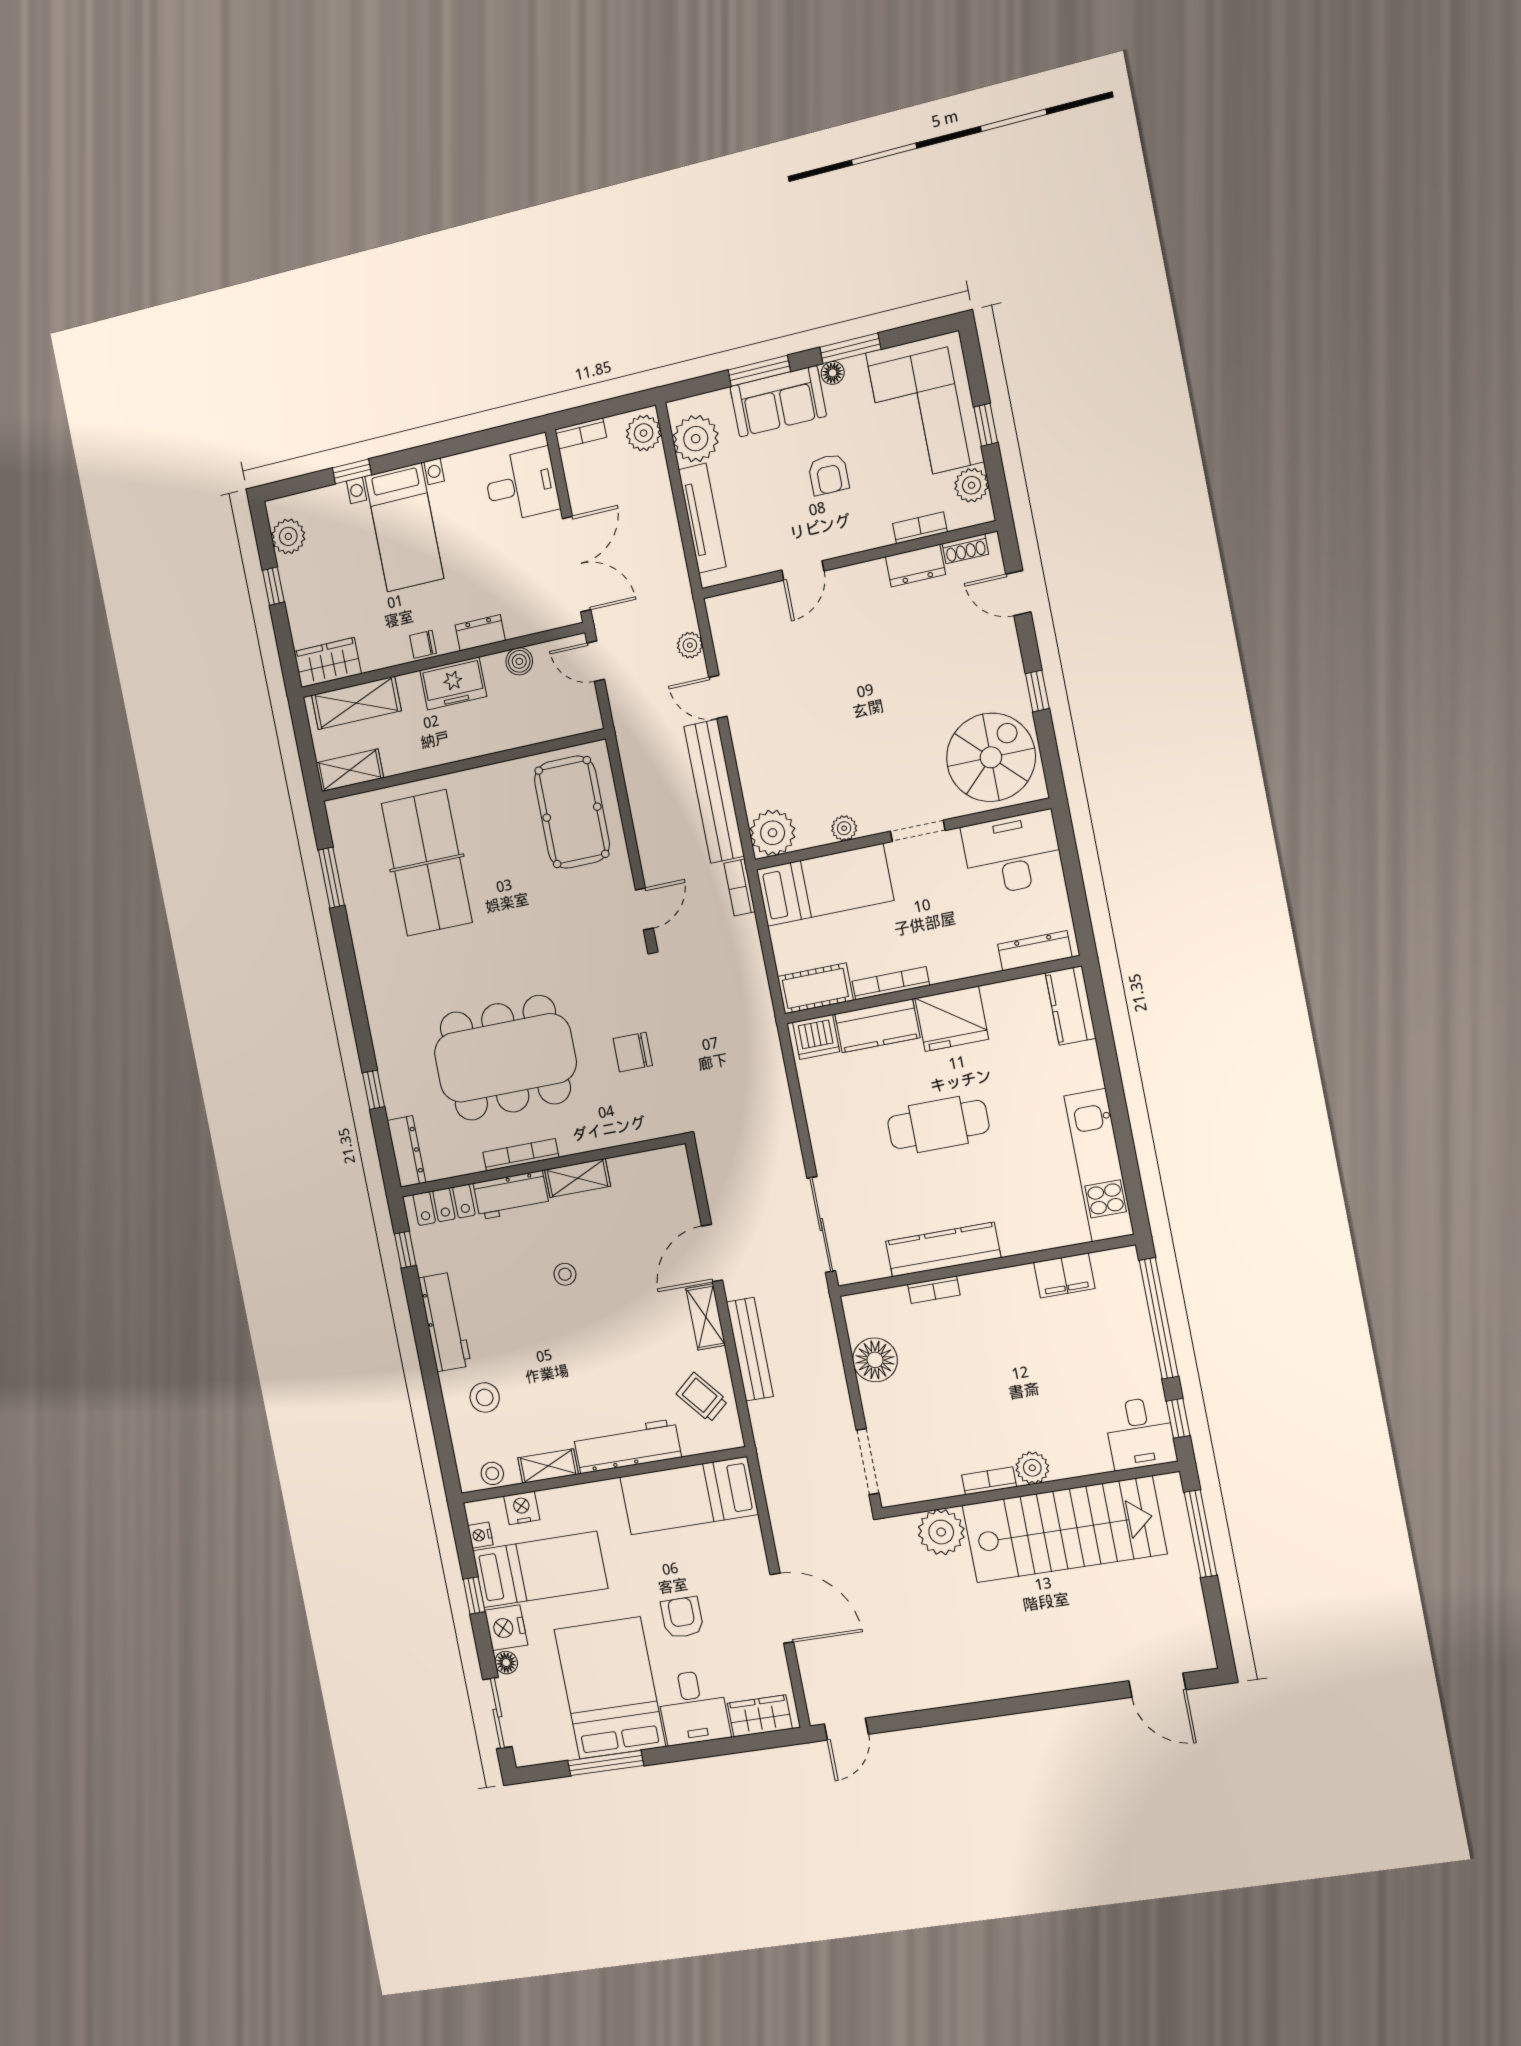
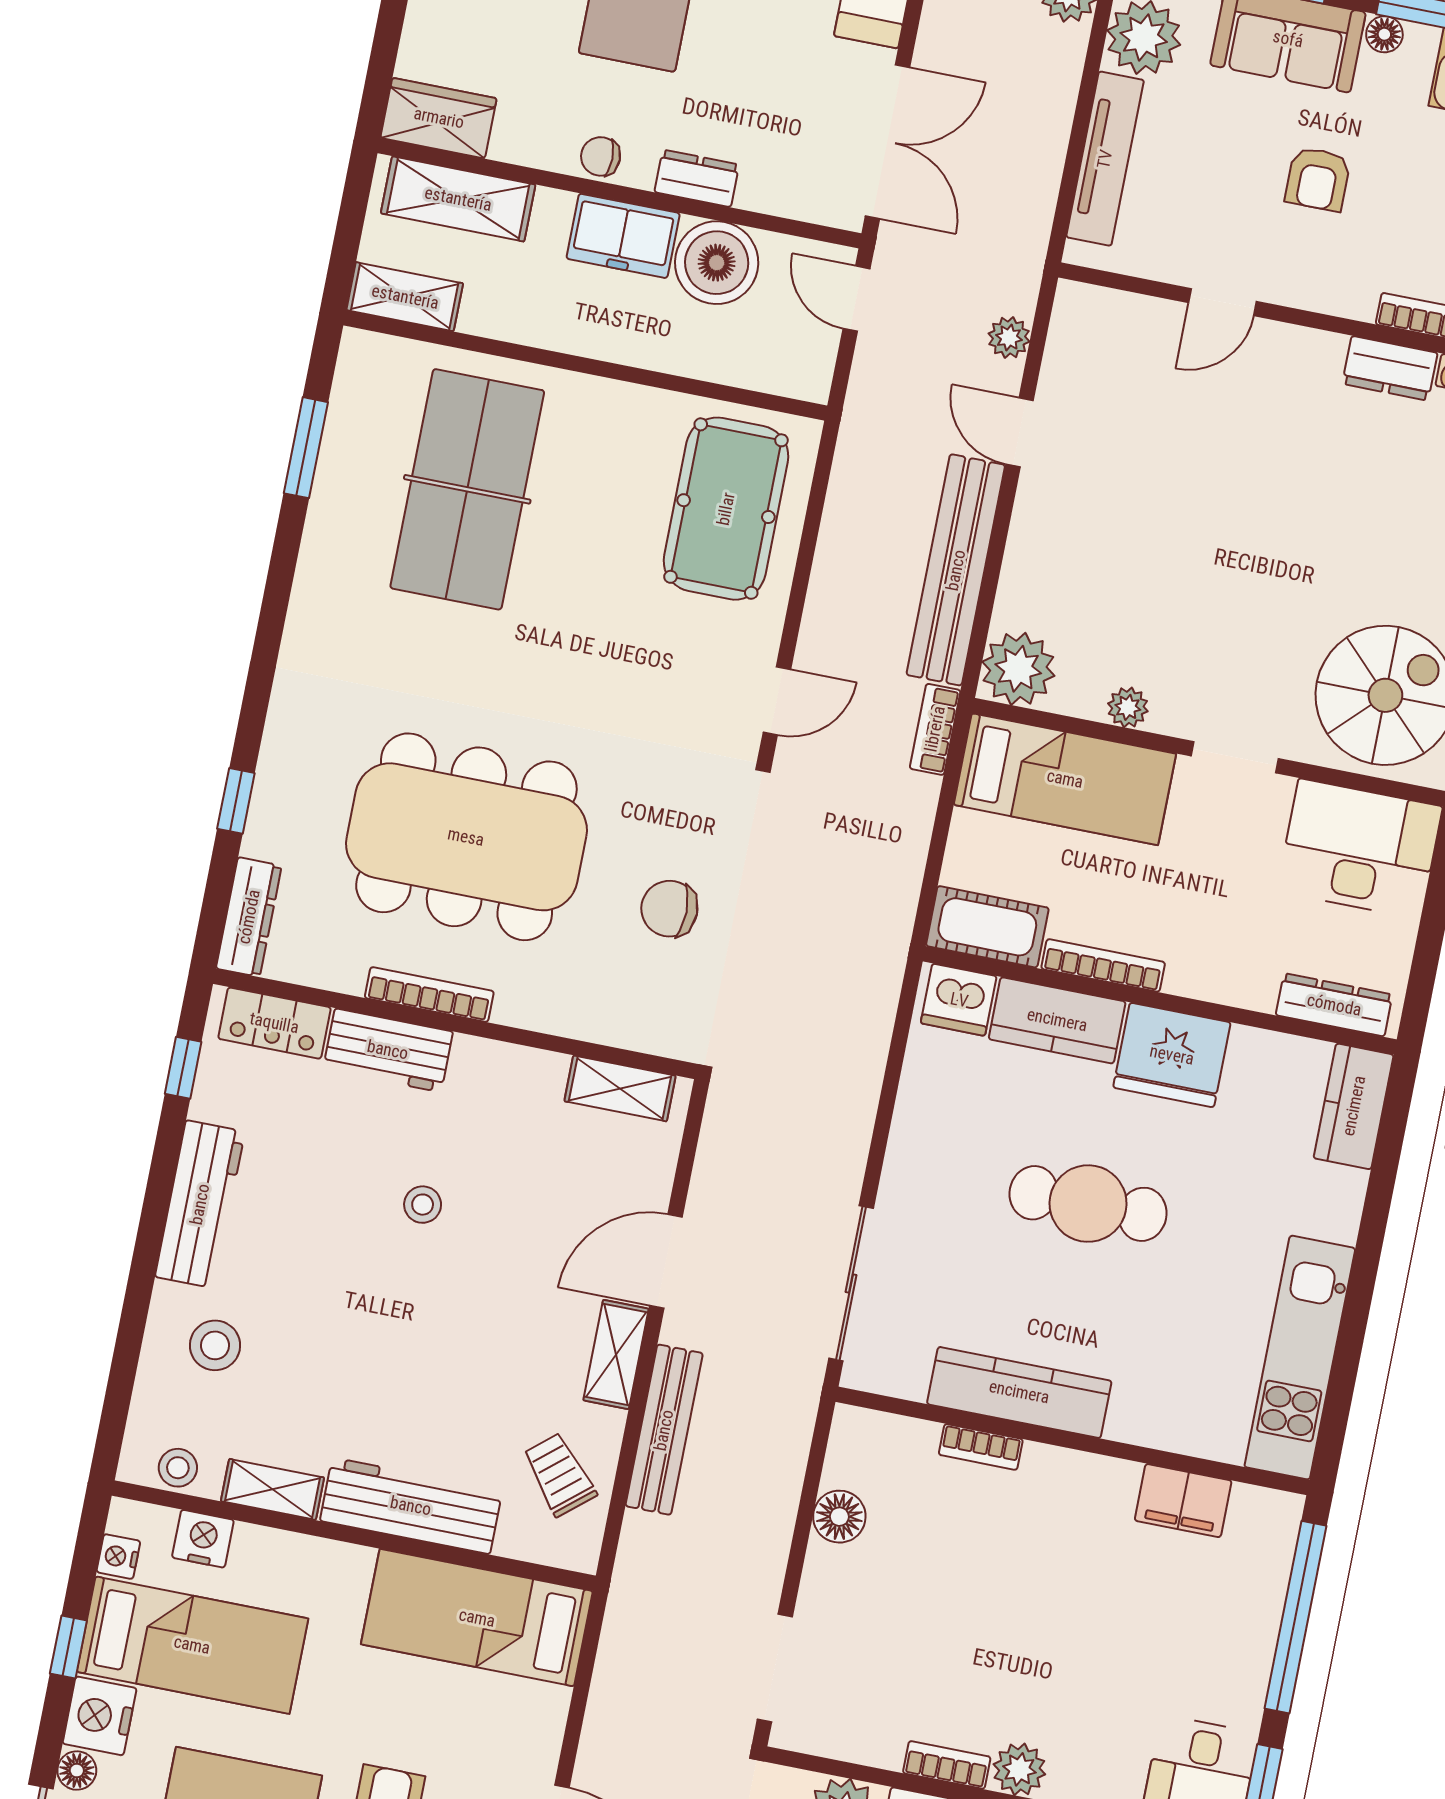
boiler: (519, 661) -> (717, 263), width x1.86, depth x1.86
shelving: (578, 1178) -> (620, 1088), moved
floor lamp: (875, 1360) -> (839, 1517), width x0.73, depth x0.73

